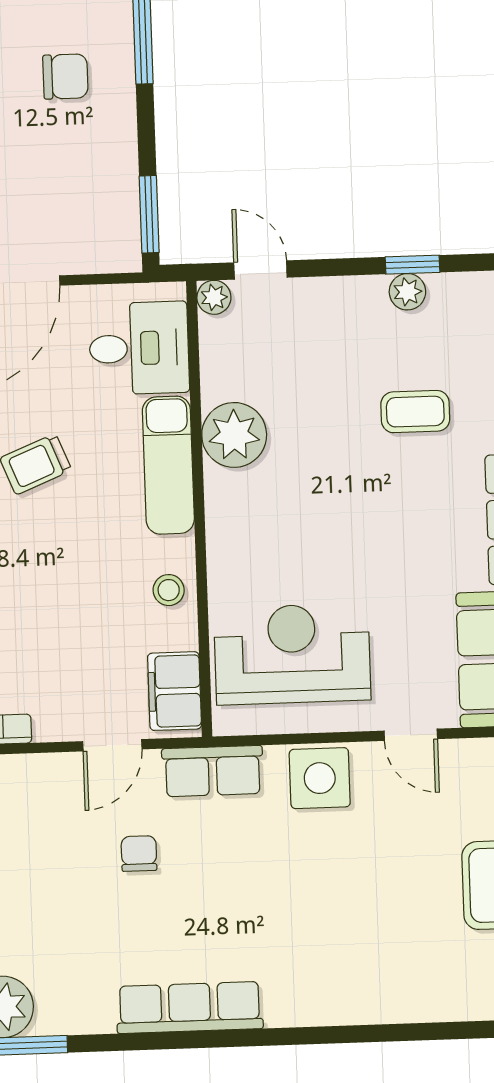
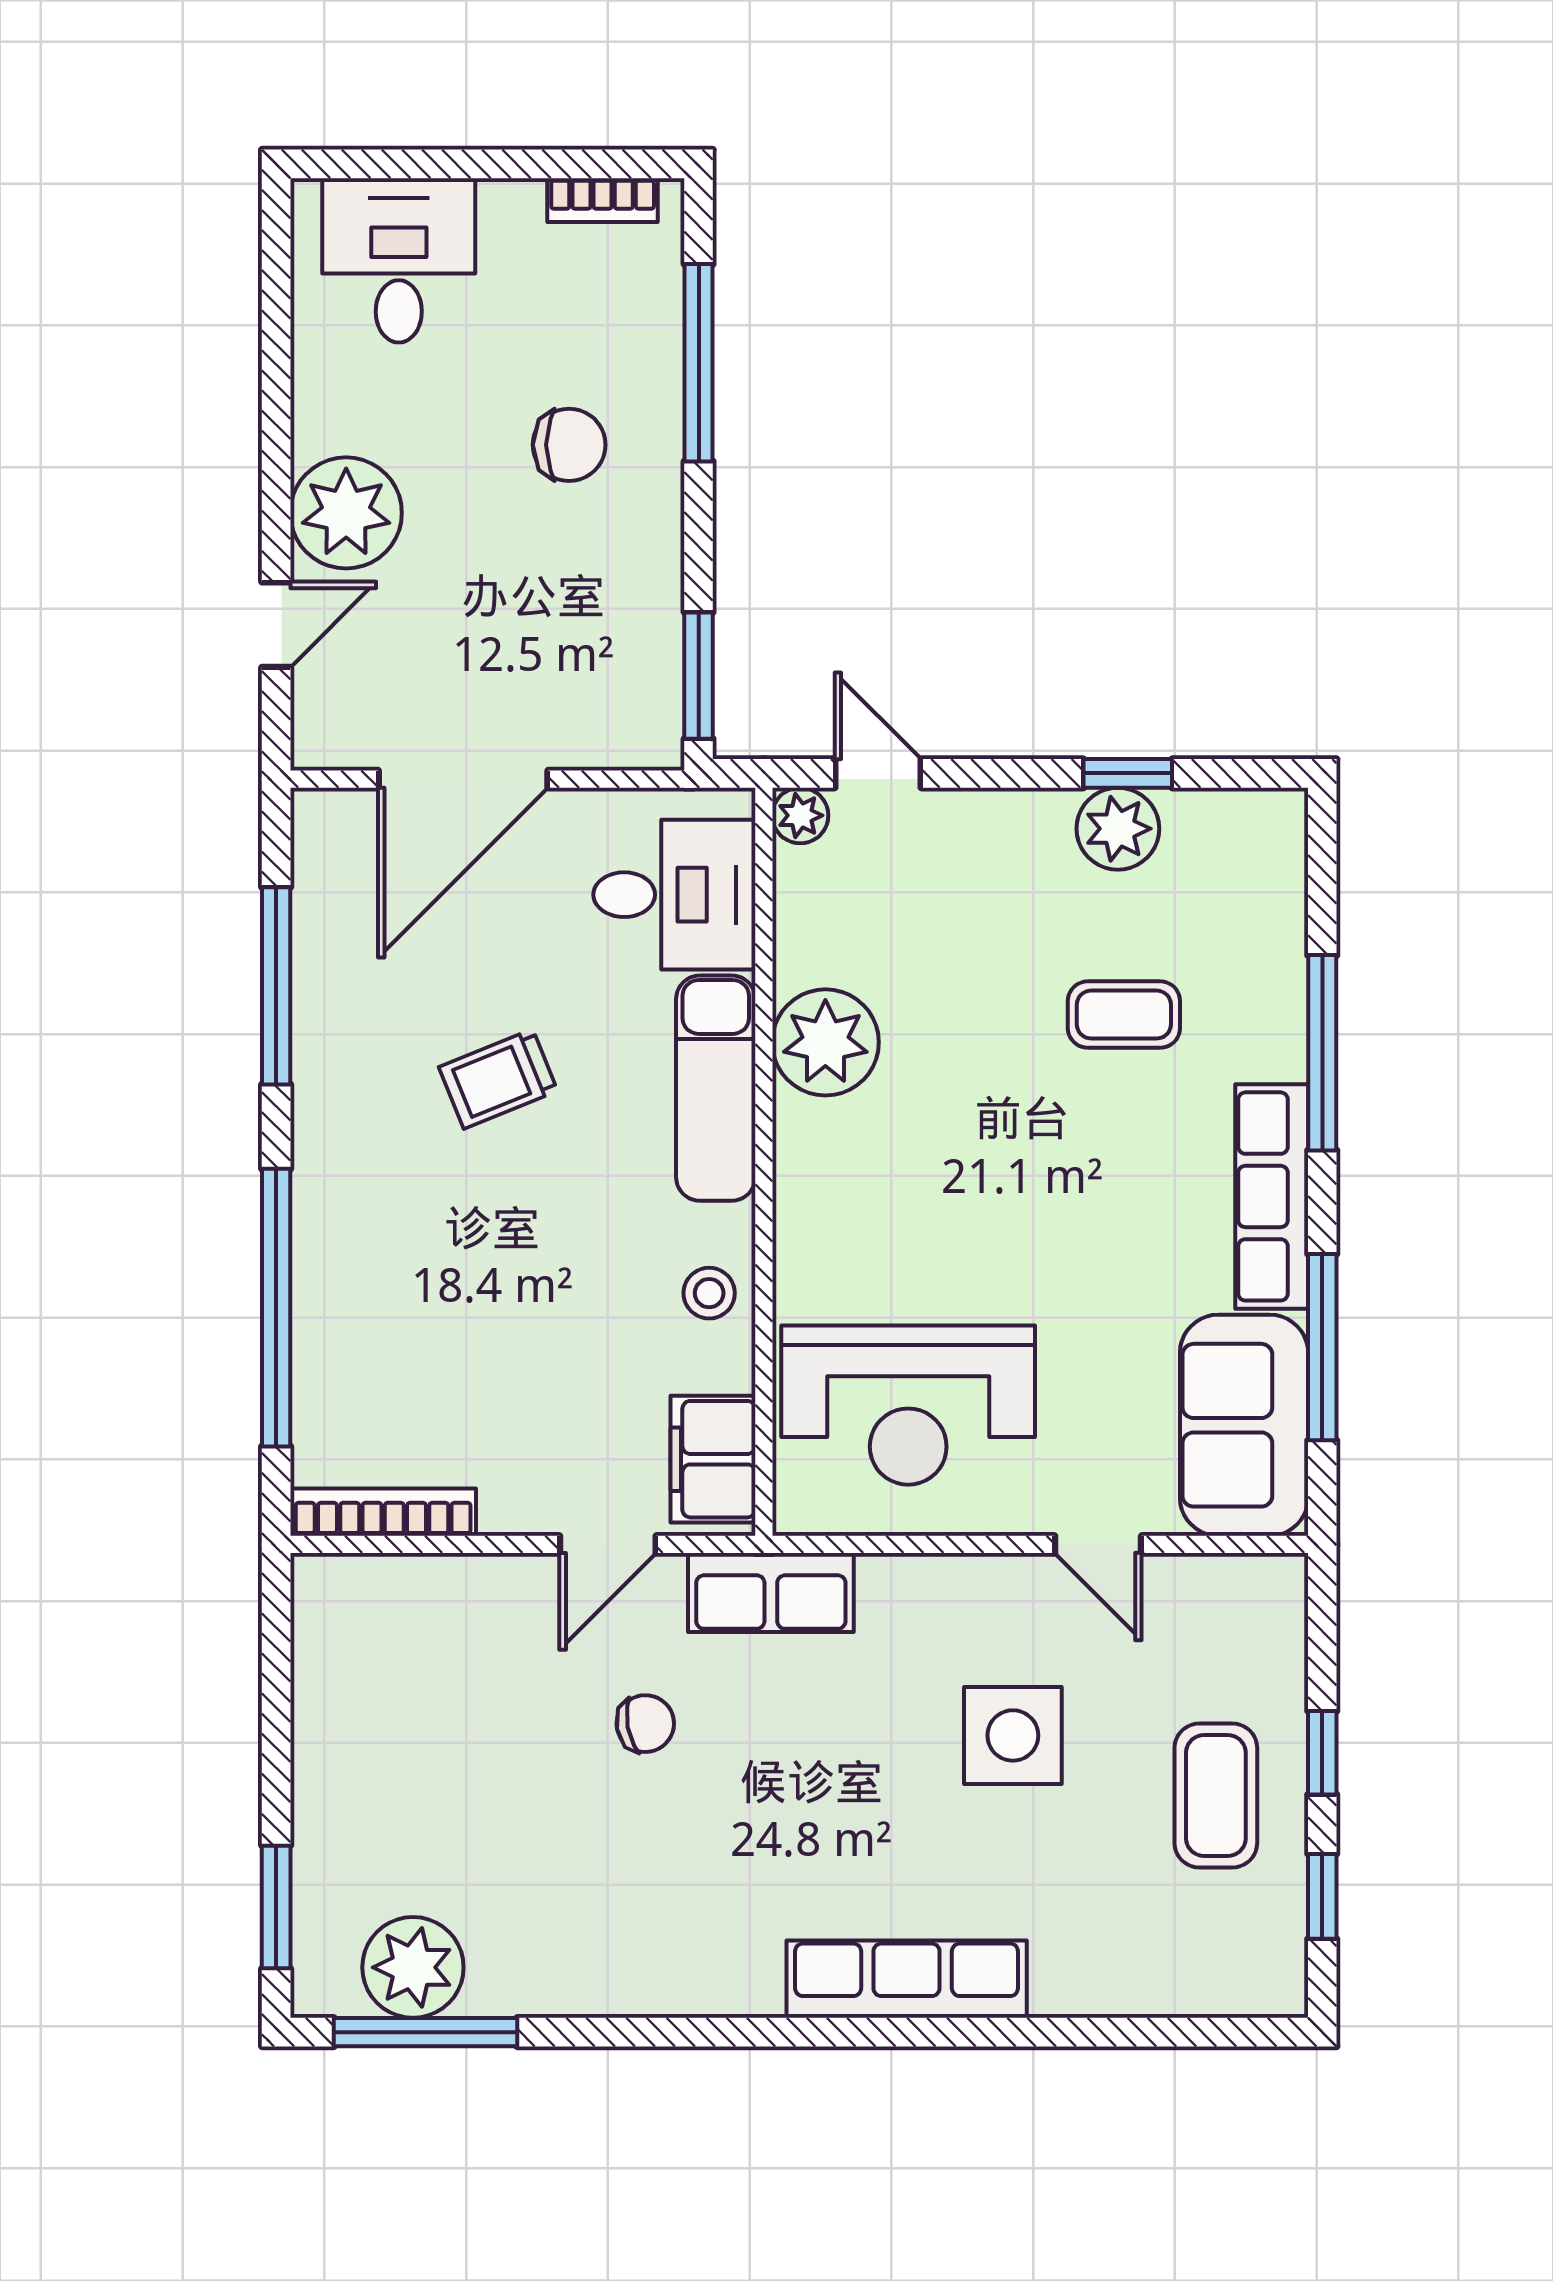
plant: (407, 292) -> (1118, 829), width x1.38, depth x1.38
reception desk: (292, 654) -> (908, 1405), turned 180
side table: (320, 778) -> (1013, 1735), moved
chair: (139, 854) -> (645, 1724), turned 80
row of seats: (190, 1008) -> (907, 1979), moved

